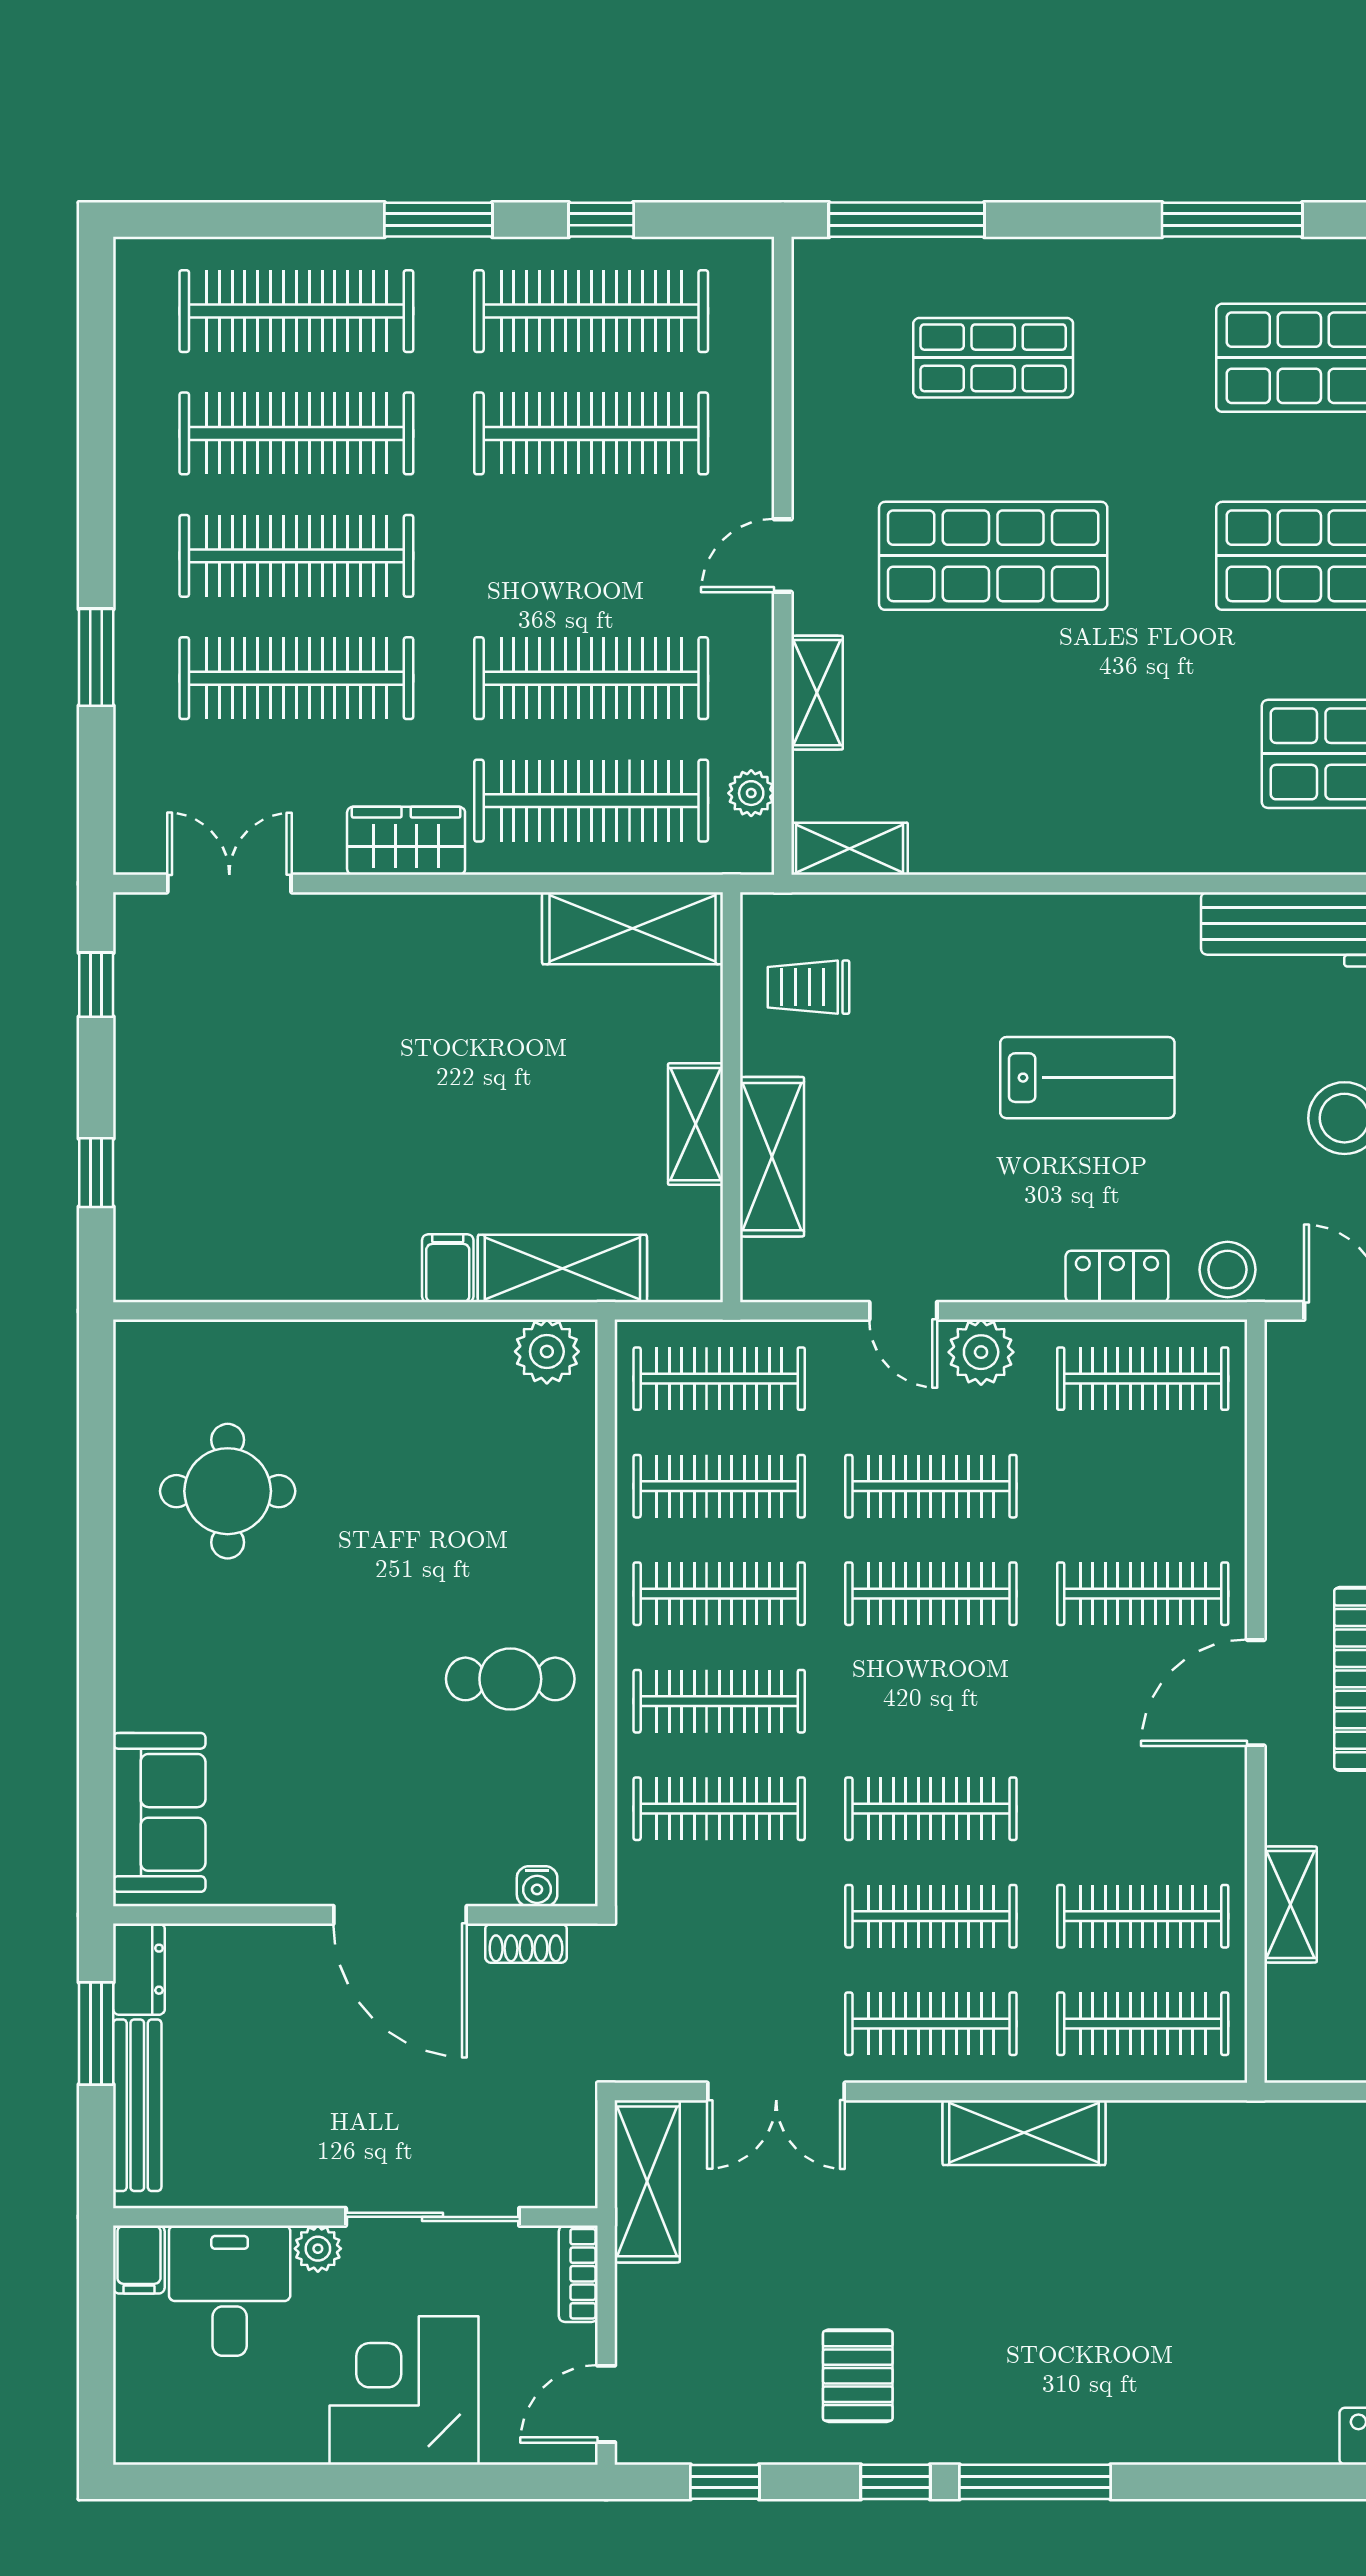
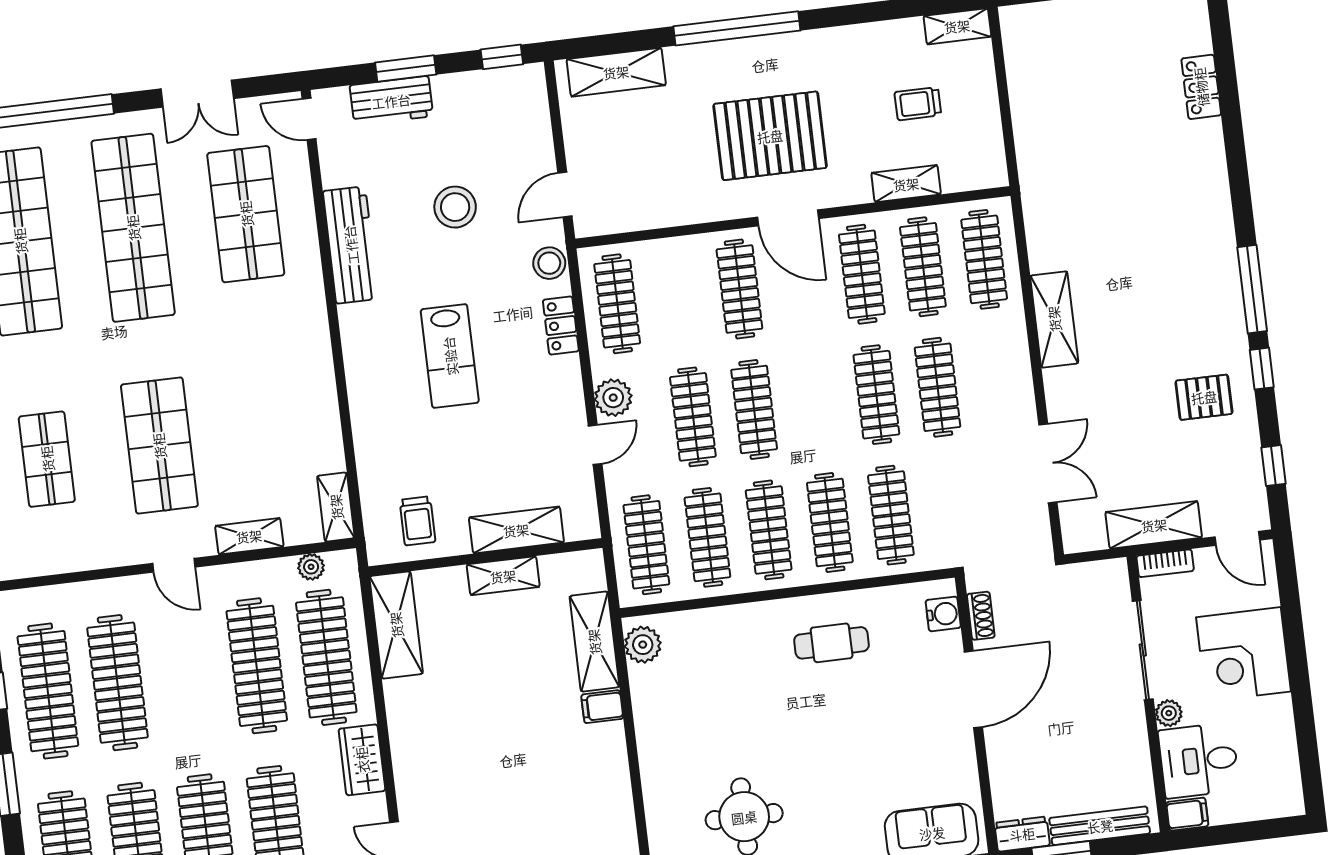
lab bench: (1087, 1078) -> (450, 356), turned 180
cafe table: (510, 1679) -> (832, 643), turned 90
water cooler: (537, 1886) -> (943, 614), width x1.38, depth x1.38
clothes rail: (931, 2024) -> (862, 274), moved
shelving: (647, 2181) -> (1154, 525), moved

